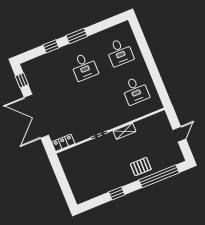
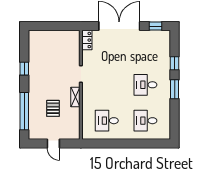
pallet: (141, 167) -> (53, 108), moved

